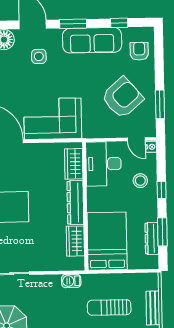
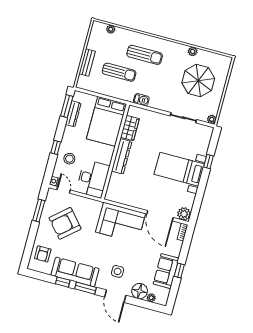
window: (119, 23) -> (63, 282), moved
wardrobe: (74, 164) -> (115, 185), removed
window: (162, 232) -> (67, 106), moved

